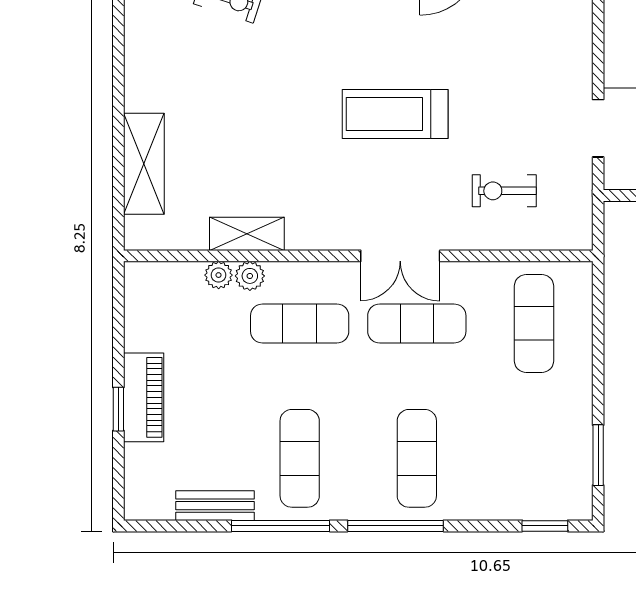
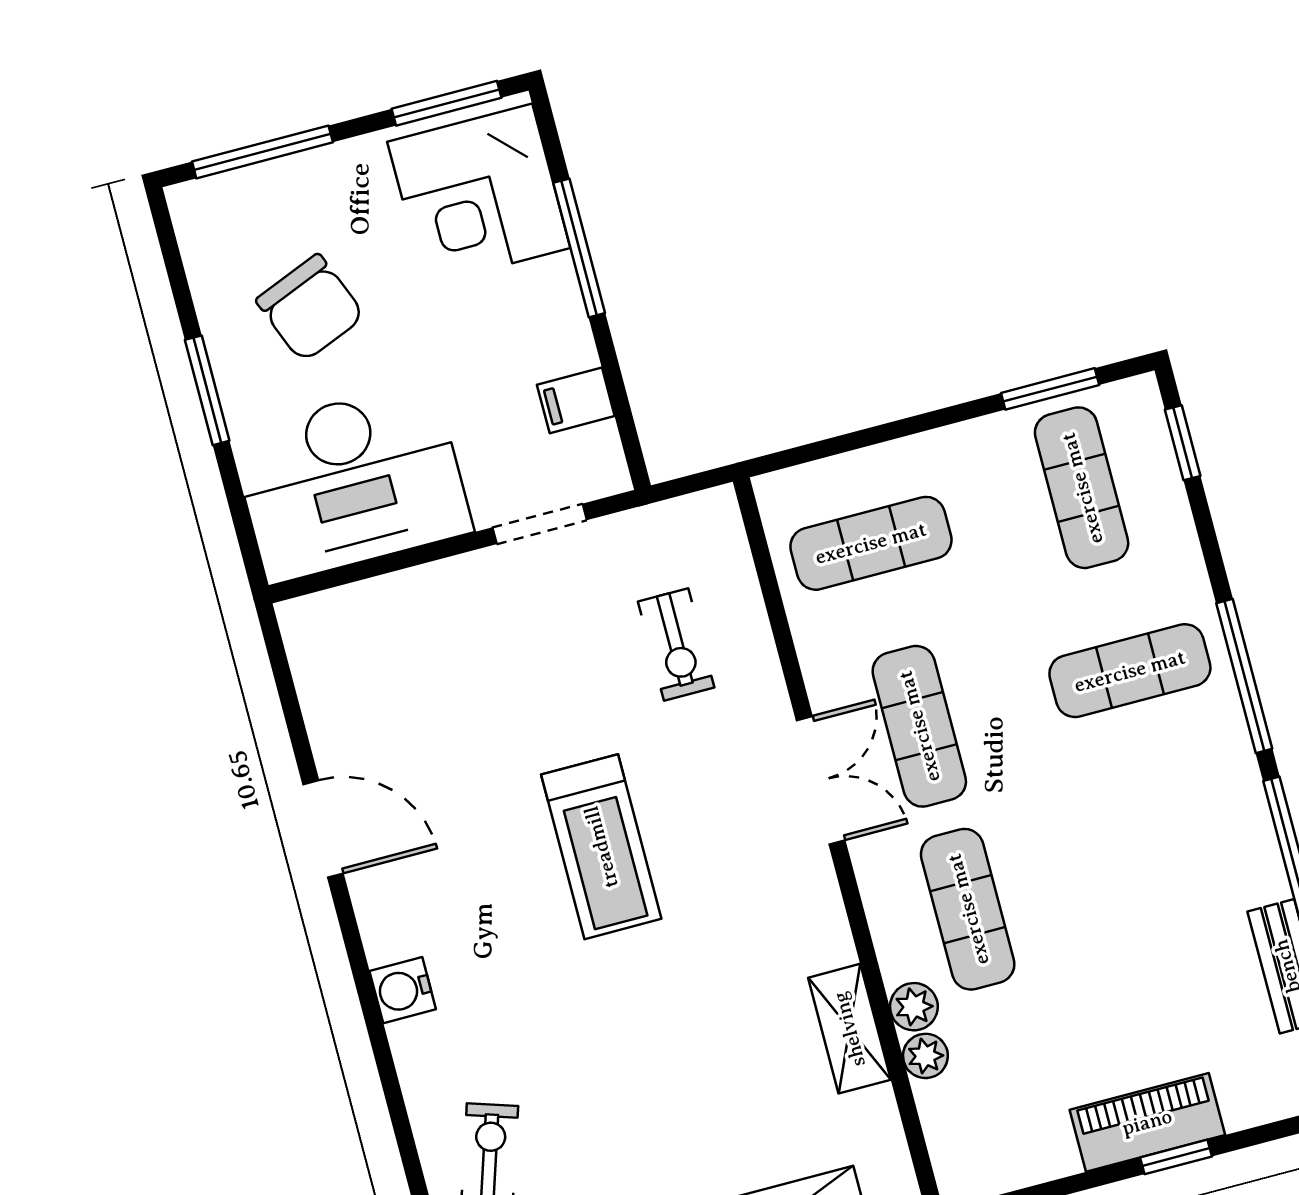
exercise mat: (300, 458) -> (1082, 488), moved, turned 90

